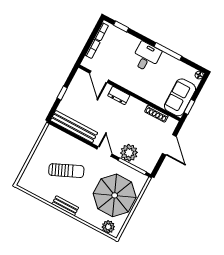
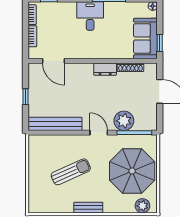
dresser: (119, 95) -> (105, 69), moved

